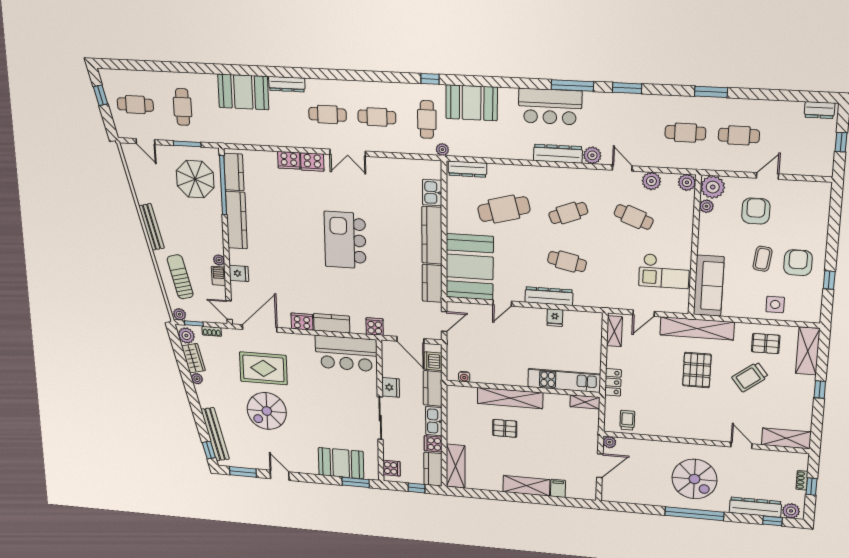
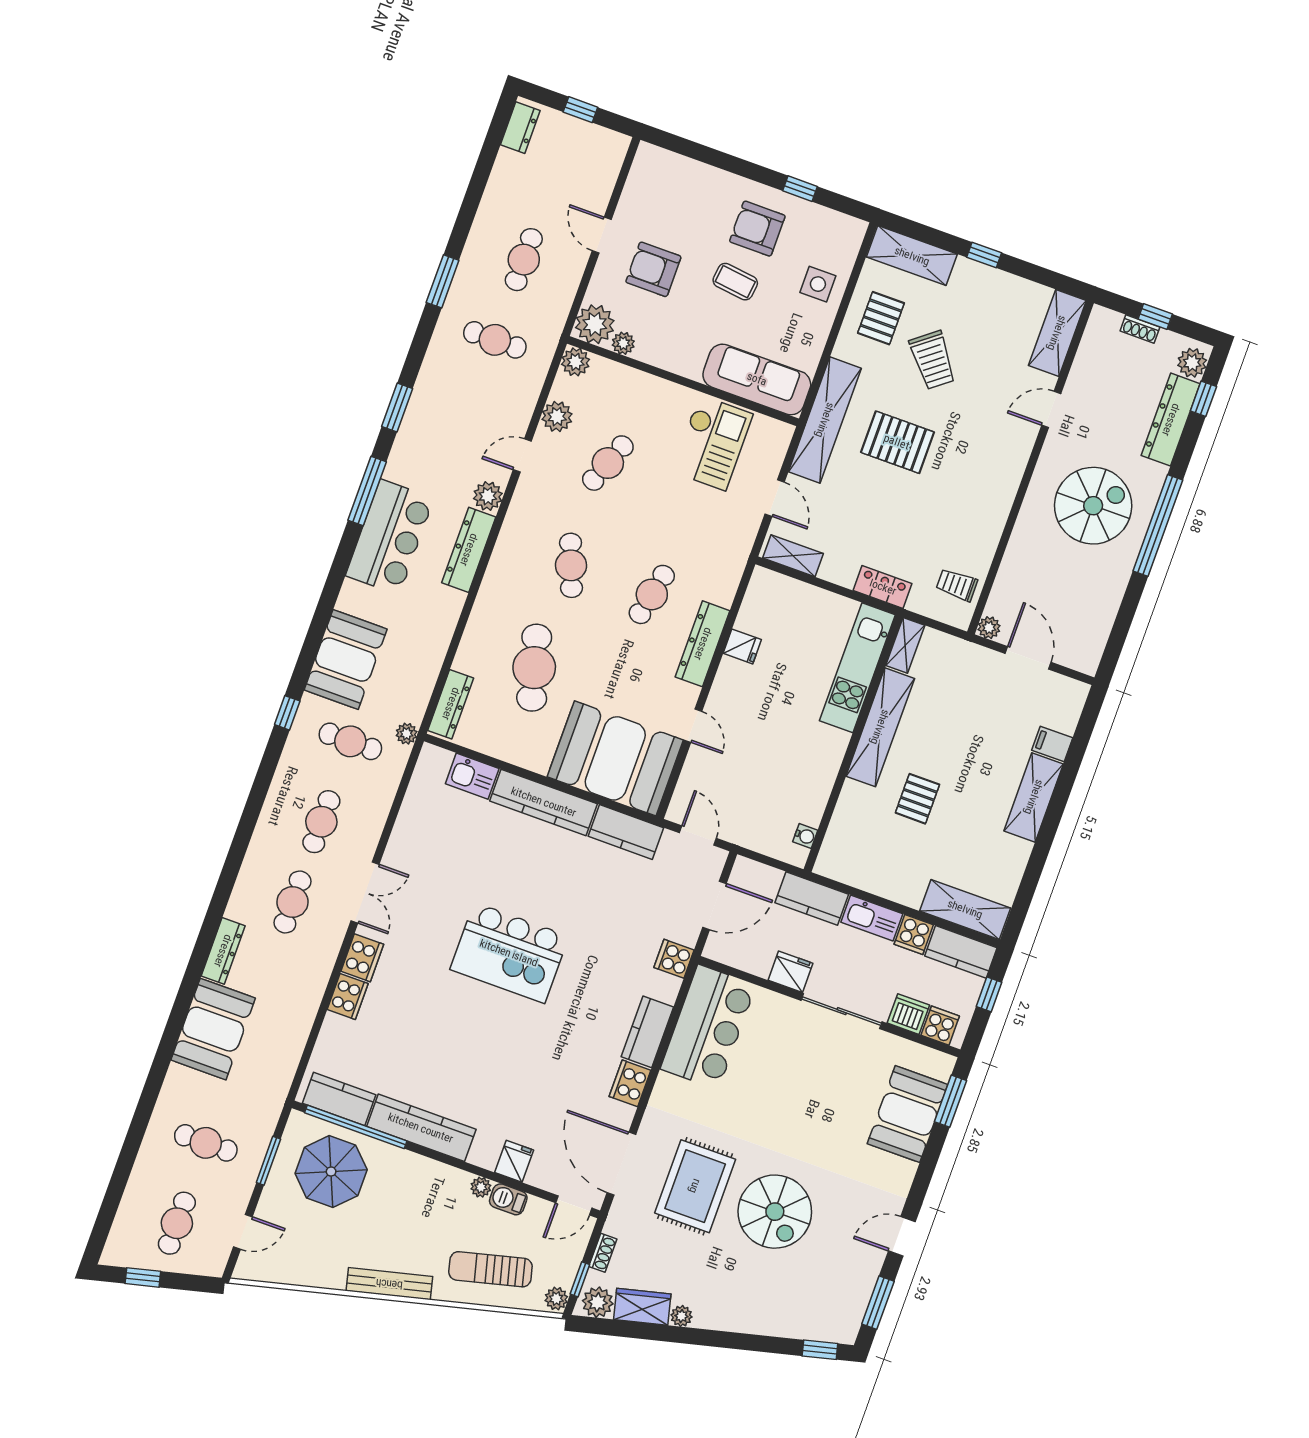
cafe table: (685, 133) -> (495, 340), turned 90
dishwasher: (433, 361) -> (908, 1014), moved, turned 180
shelving: (510, 398) -> (880, 727), moved
bench: (215, 434) -> (793, 1325), removed

